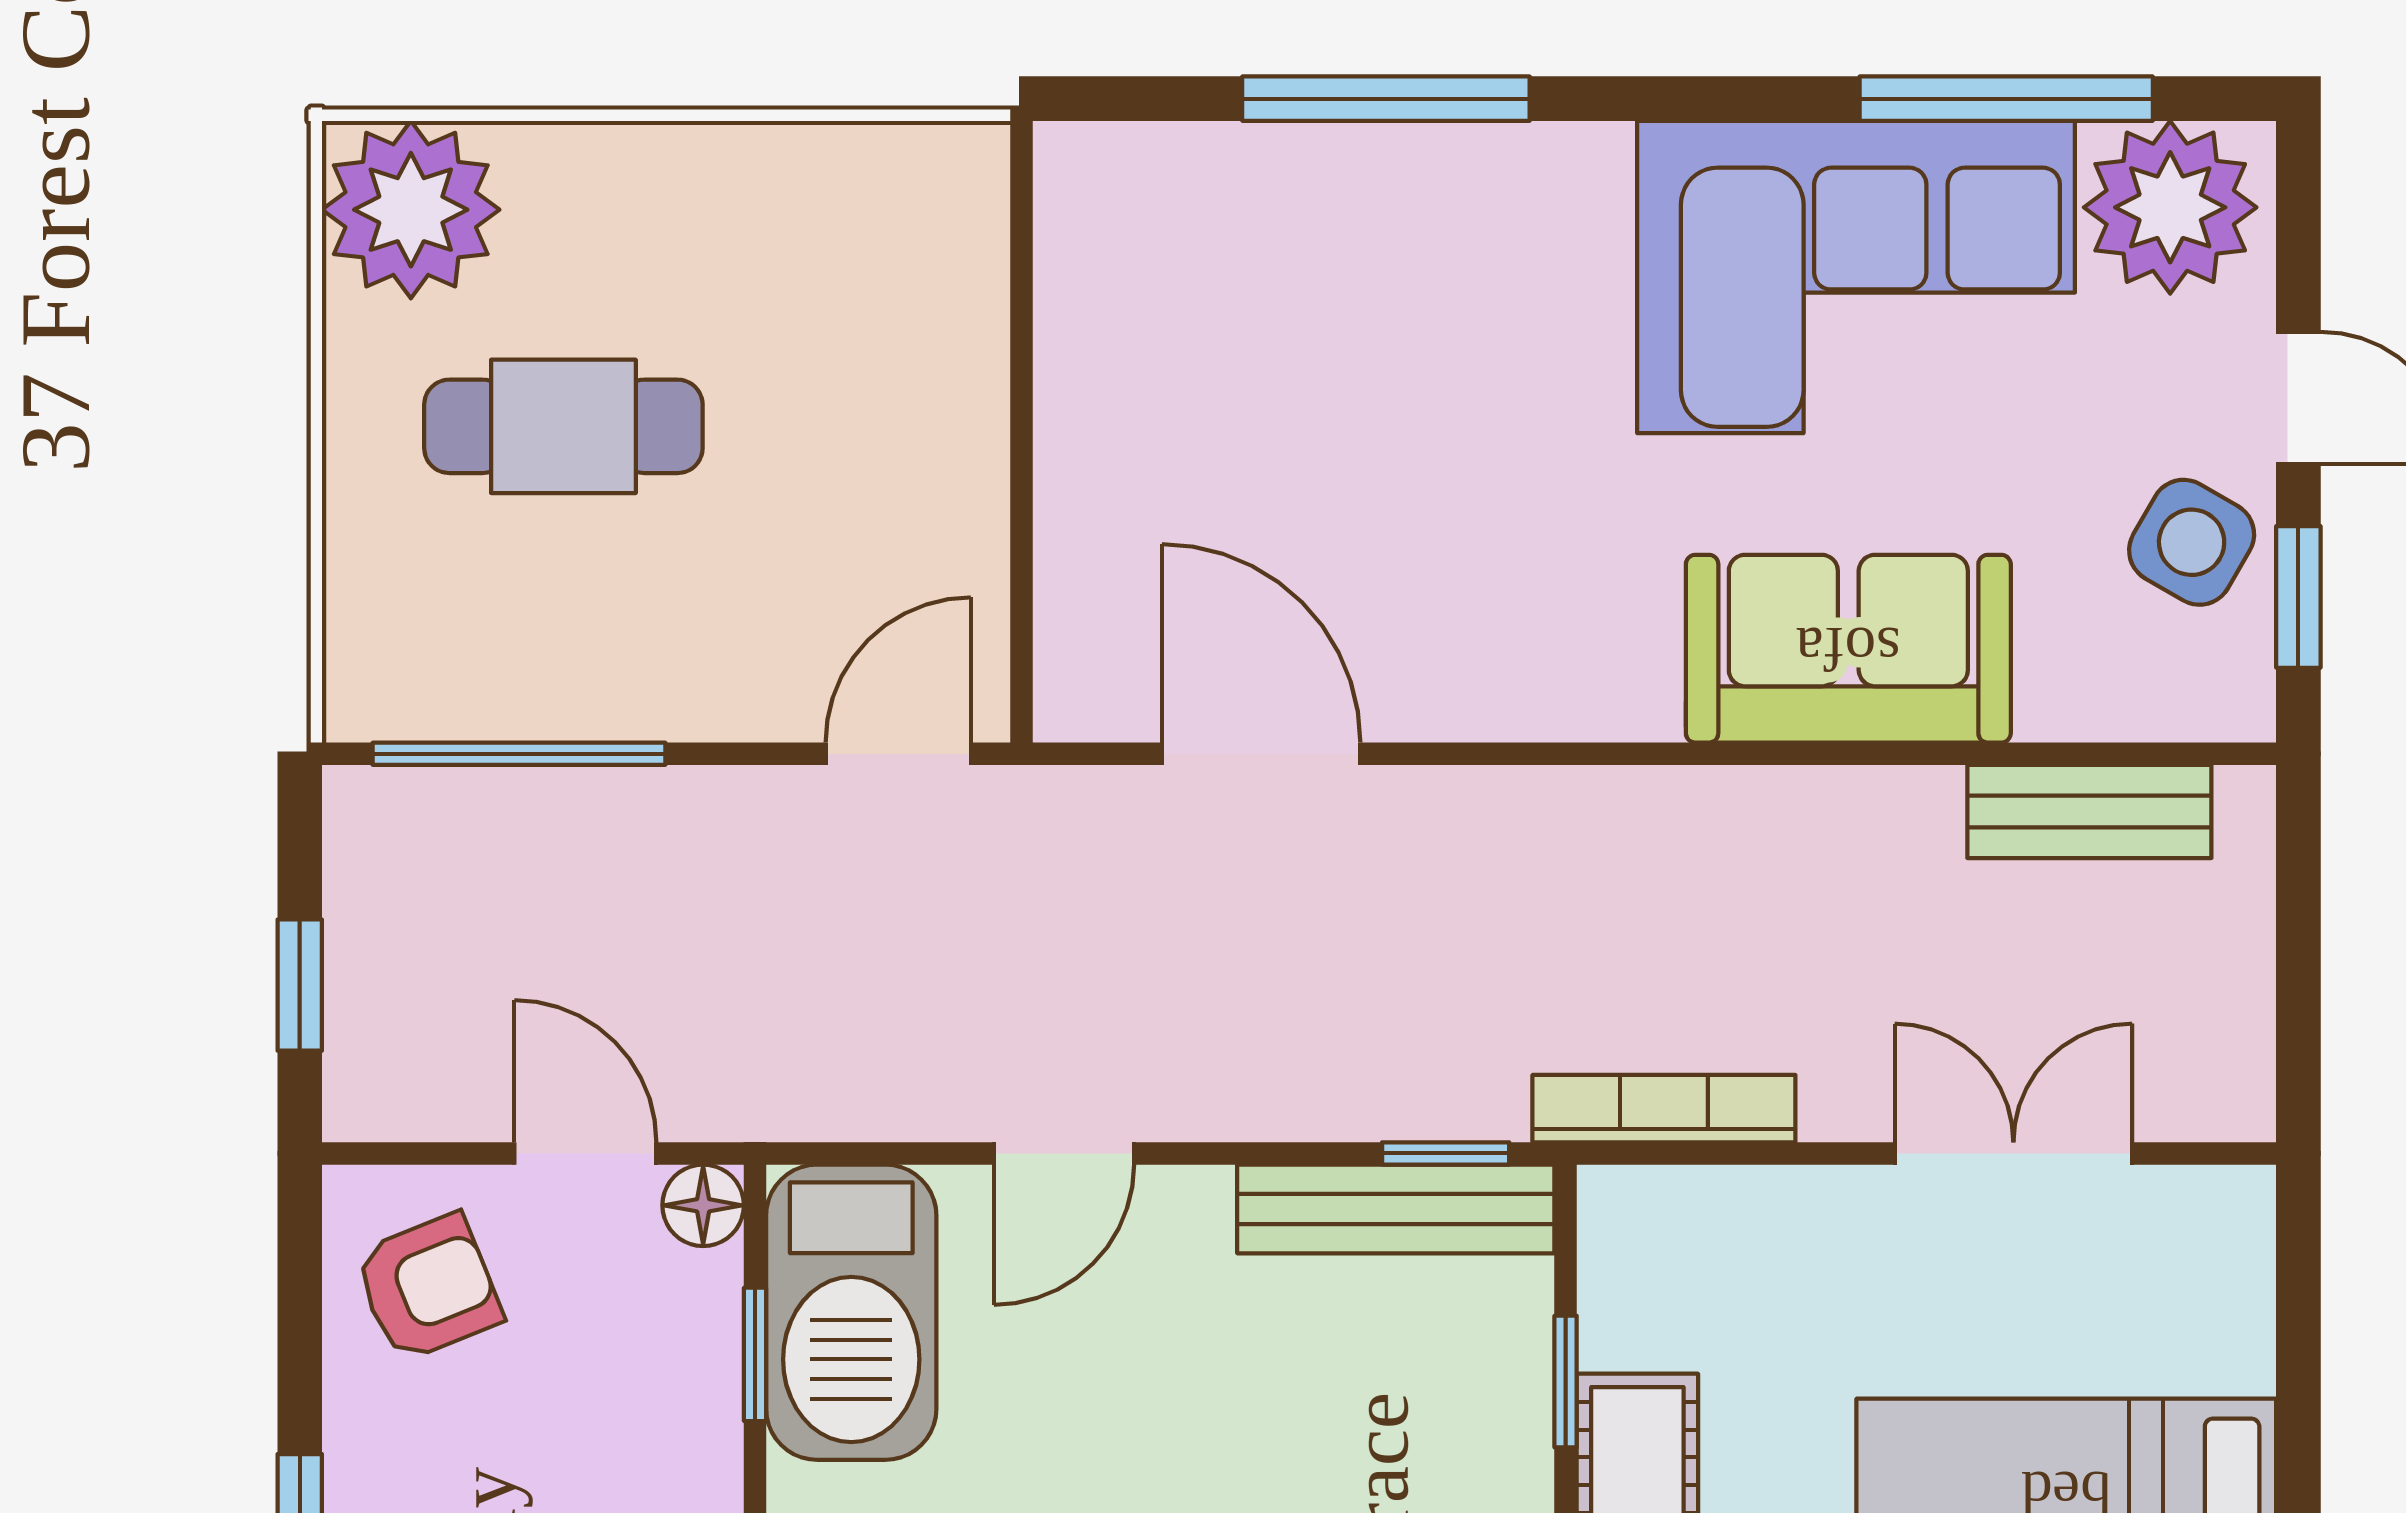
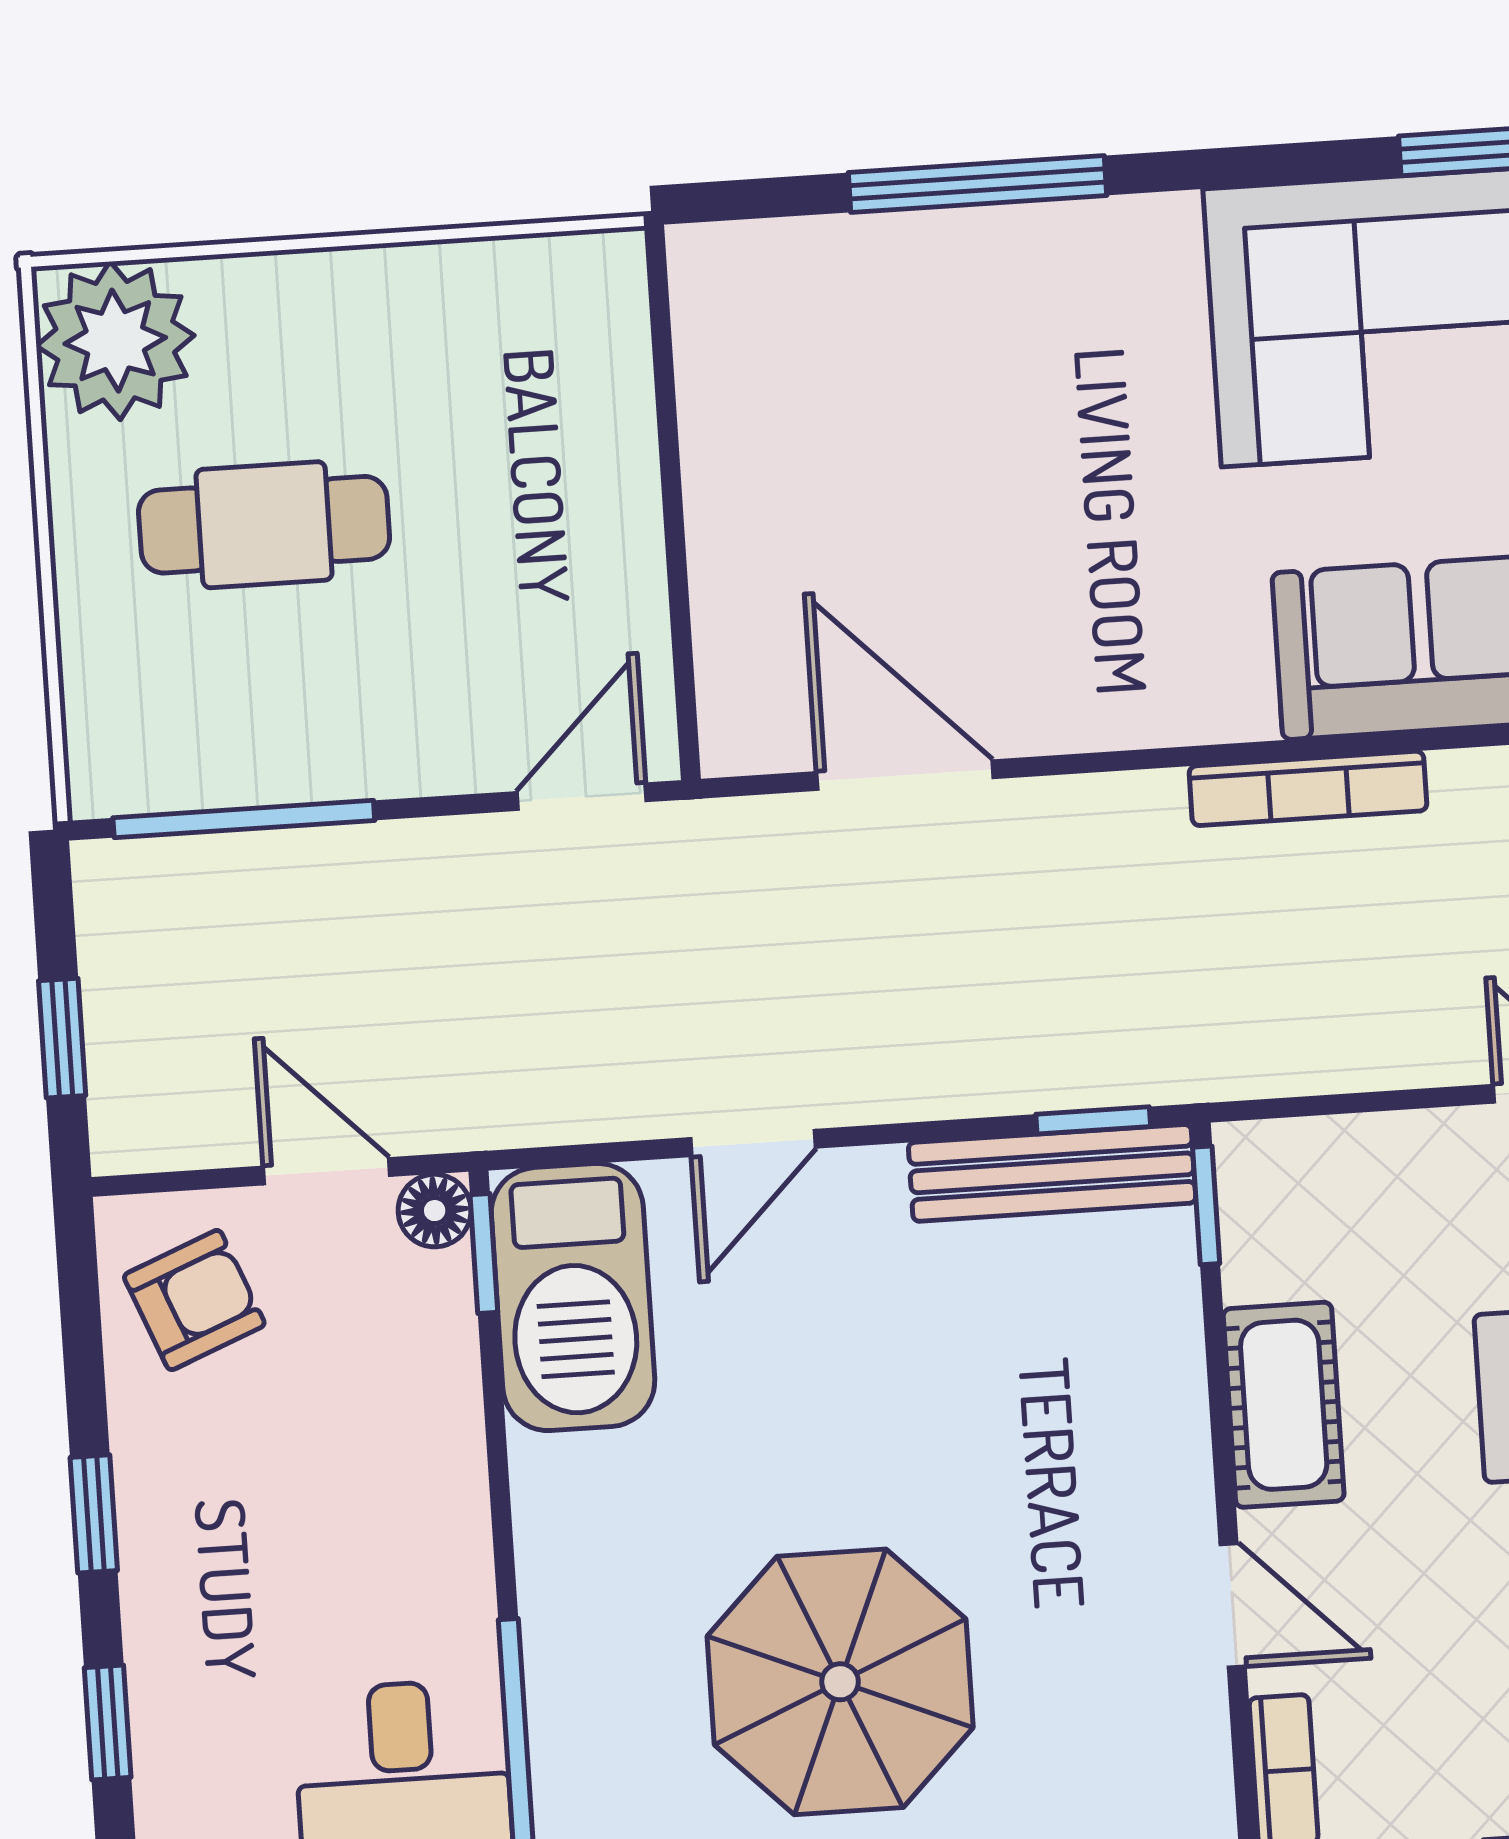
bookcase: (1664, 1109) -> (1308, 788), moved, turned 180
window: (755, 1354) -> (484, 1254), moved
window: (1566, 1382) -> (1206, 1205), moved

